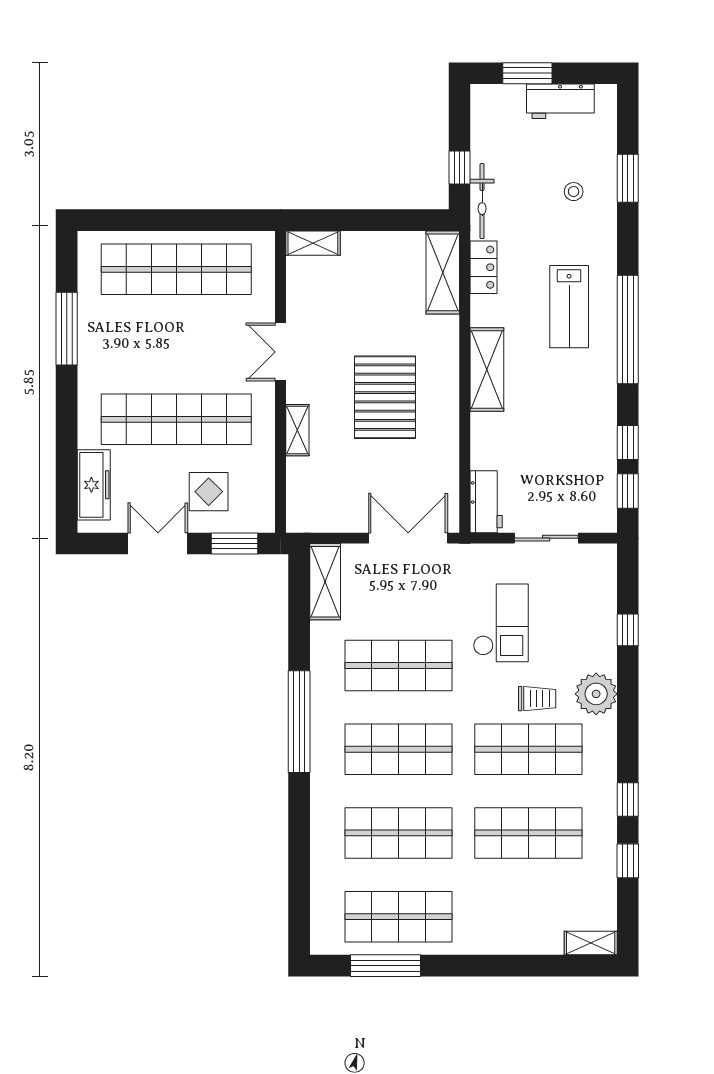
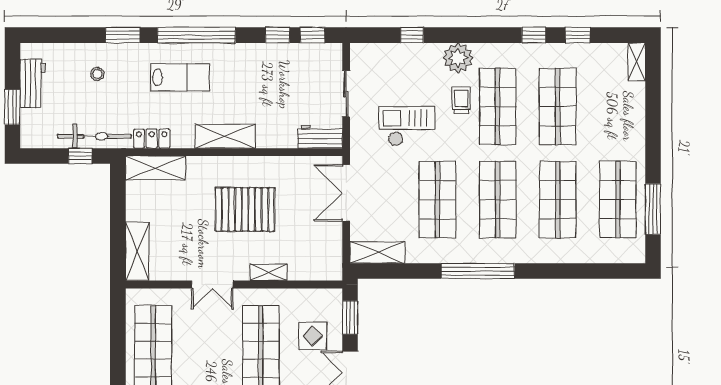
window: (628, 178) -> (123, 35), moved
bicycle: (482, 201) -> (94, 136), width x1.37, depth x1.40
shelving: (313, 243) -> (137, 251), width x1.50, depth x1.33

